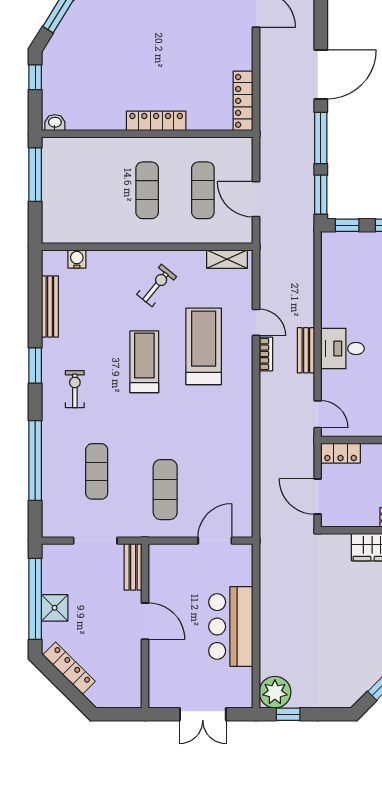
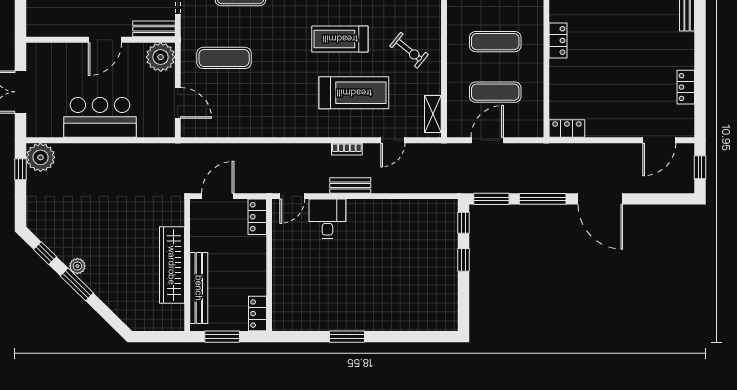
locker: (243, 101) -> (567, 128), width x0.66
locker: (156, 121) -> (558, 40), width x0.66
door: (256, 322) -> (393, 140), moved
desk: (342, 349) -> (327, 219), moved
treadmill: (144, 362) -> (340, 39), turned 180
plant: (164, 560) -> (161, 57), added

